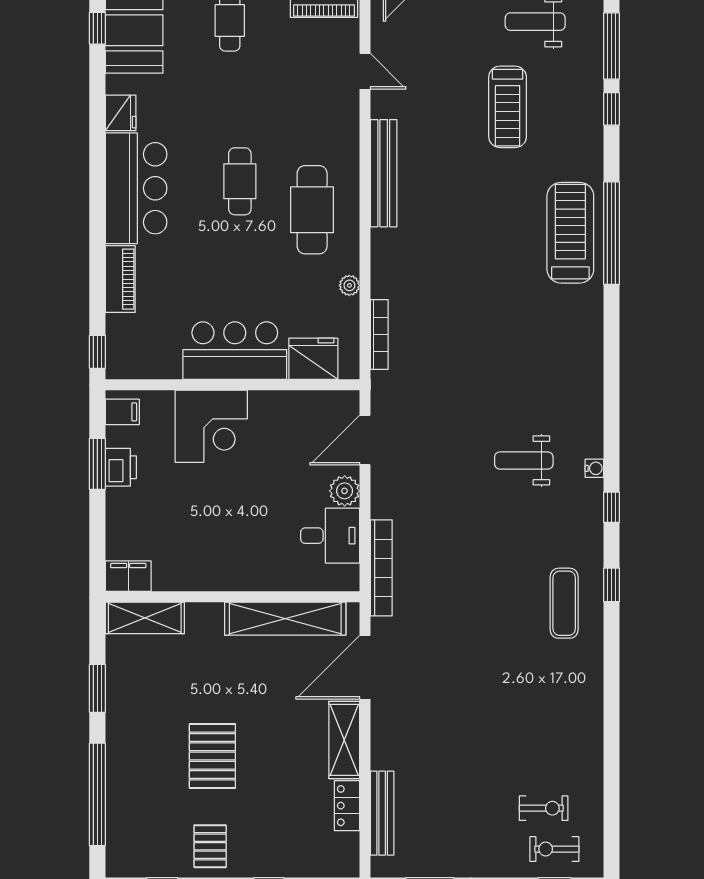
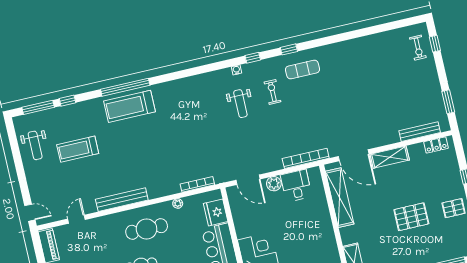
treadmill: (508, 107) -> (78, 149), turned 180
locker: (347, 806) -> (436, 145), moved
exercise bike: (544, 808) -> (272, 92), moved

